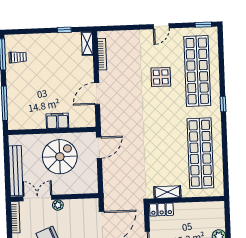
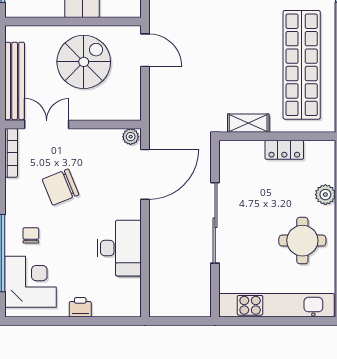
door: (99, 148) -> (145, 50), hinge flipped
plant: (58, 205) -> (131, 137), moved
locker: (162, 210) -> (284, 150), moved

